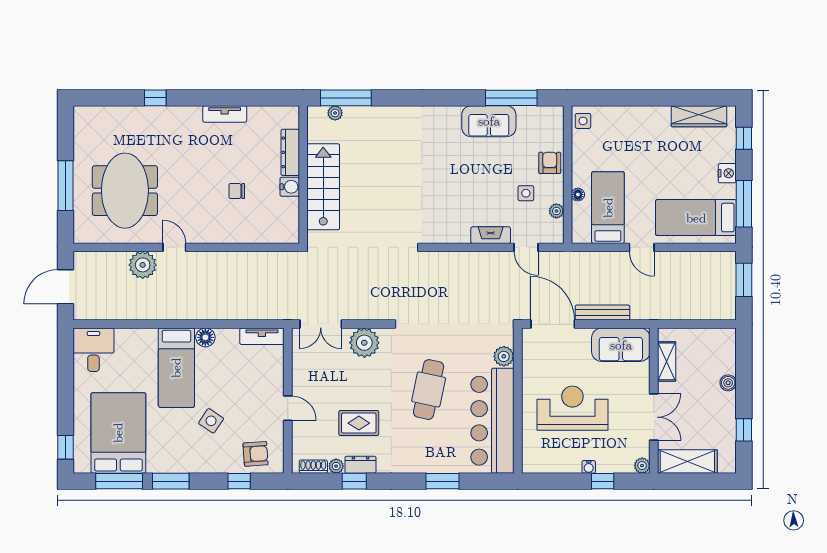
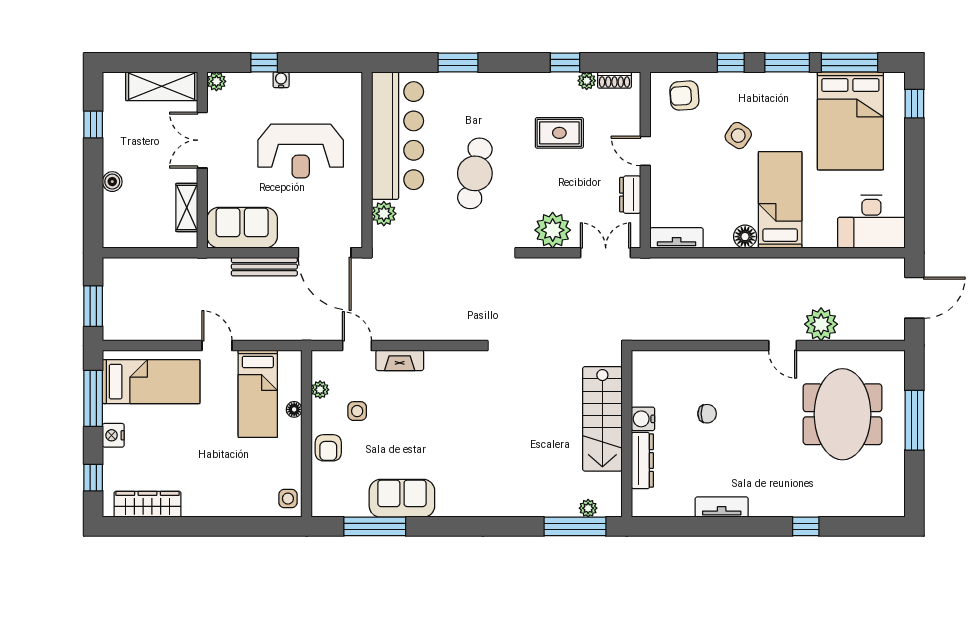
desk: (93, 350) -> (871, 222), width x1.37
dresser: (361, 465) -> (630, 195), moved, turned 90
window: (239, 481) -> (731, 62), moved

